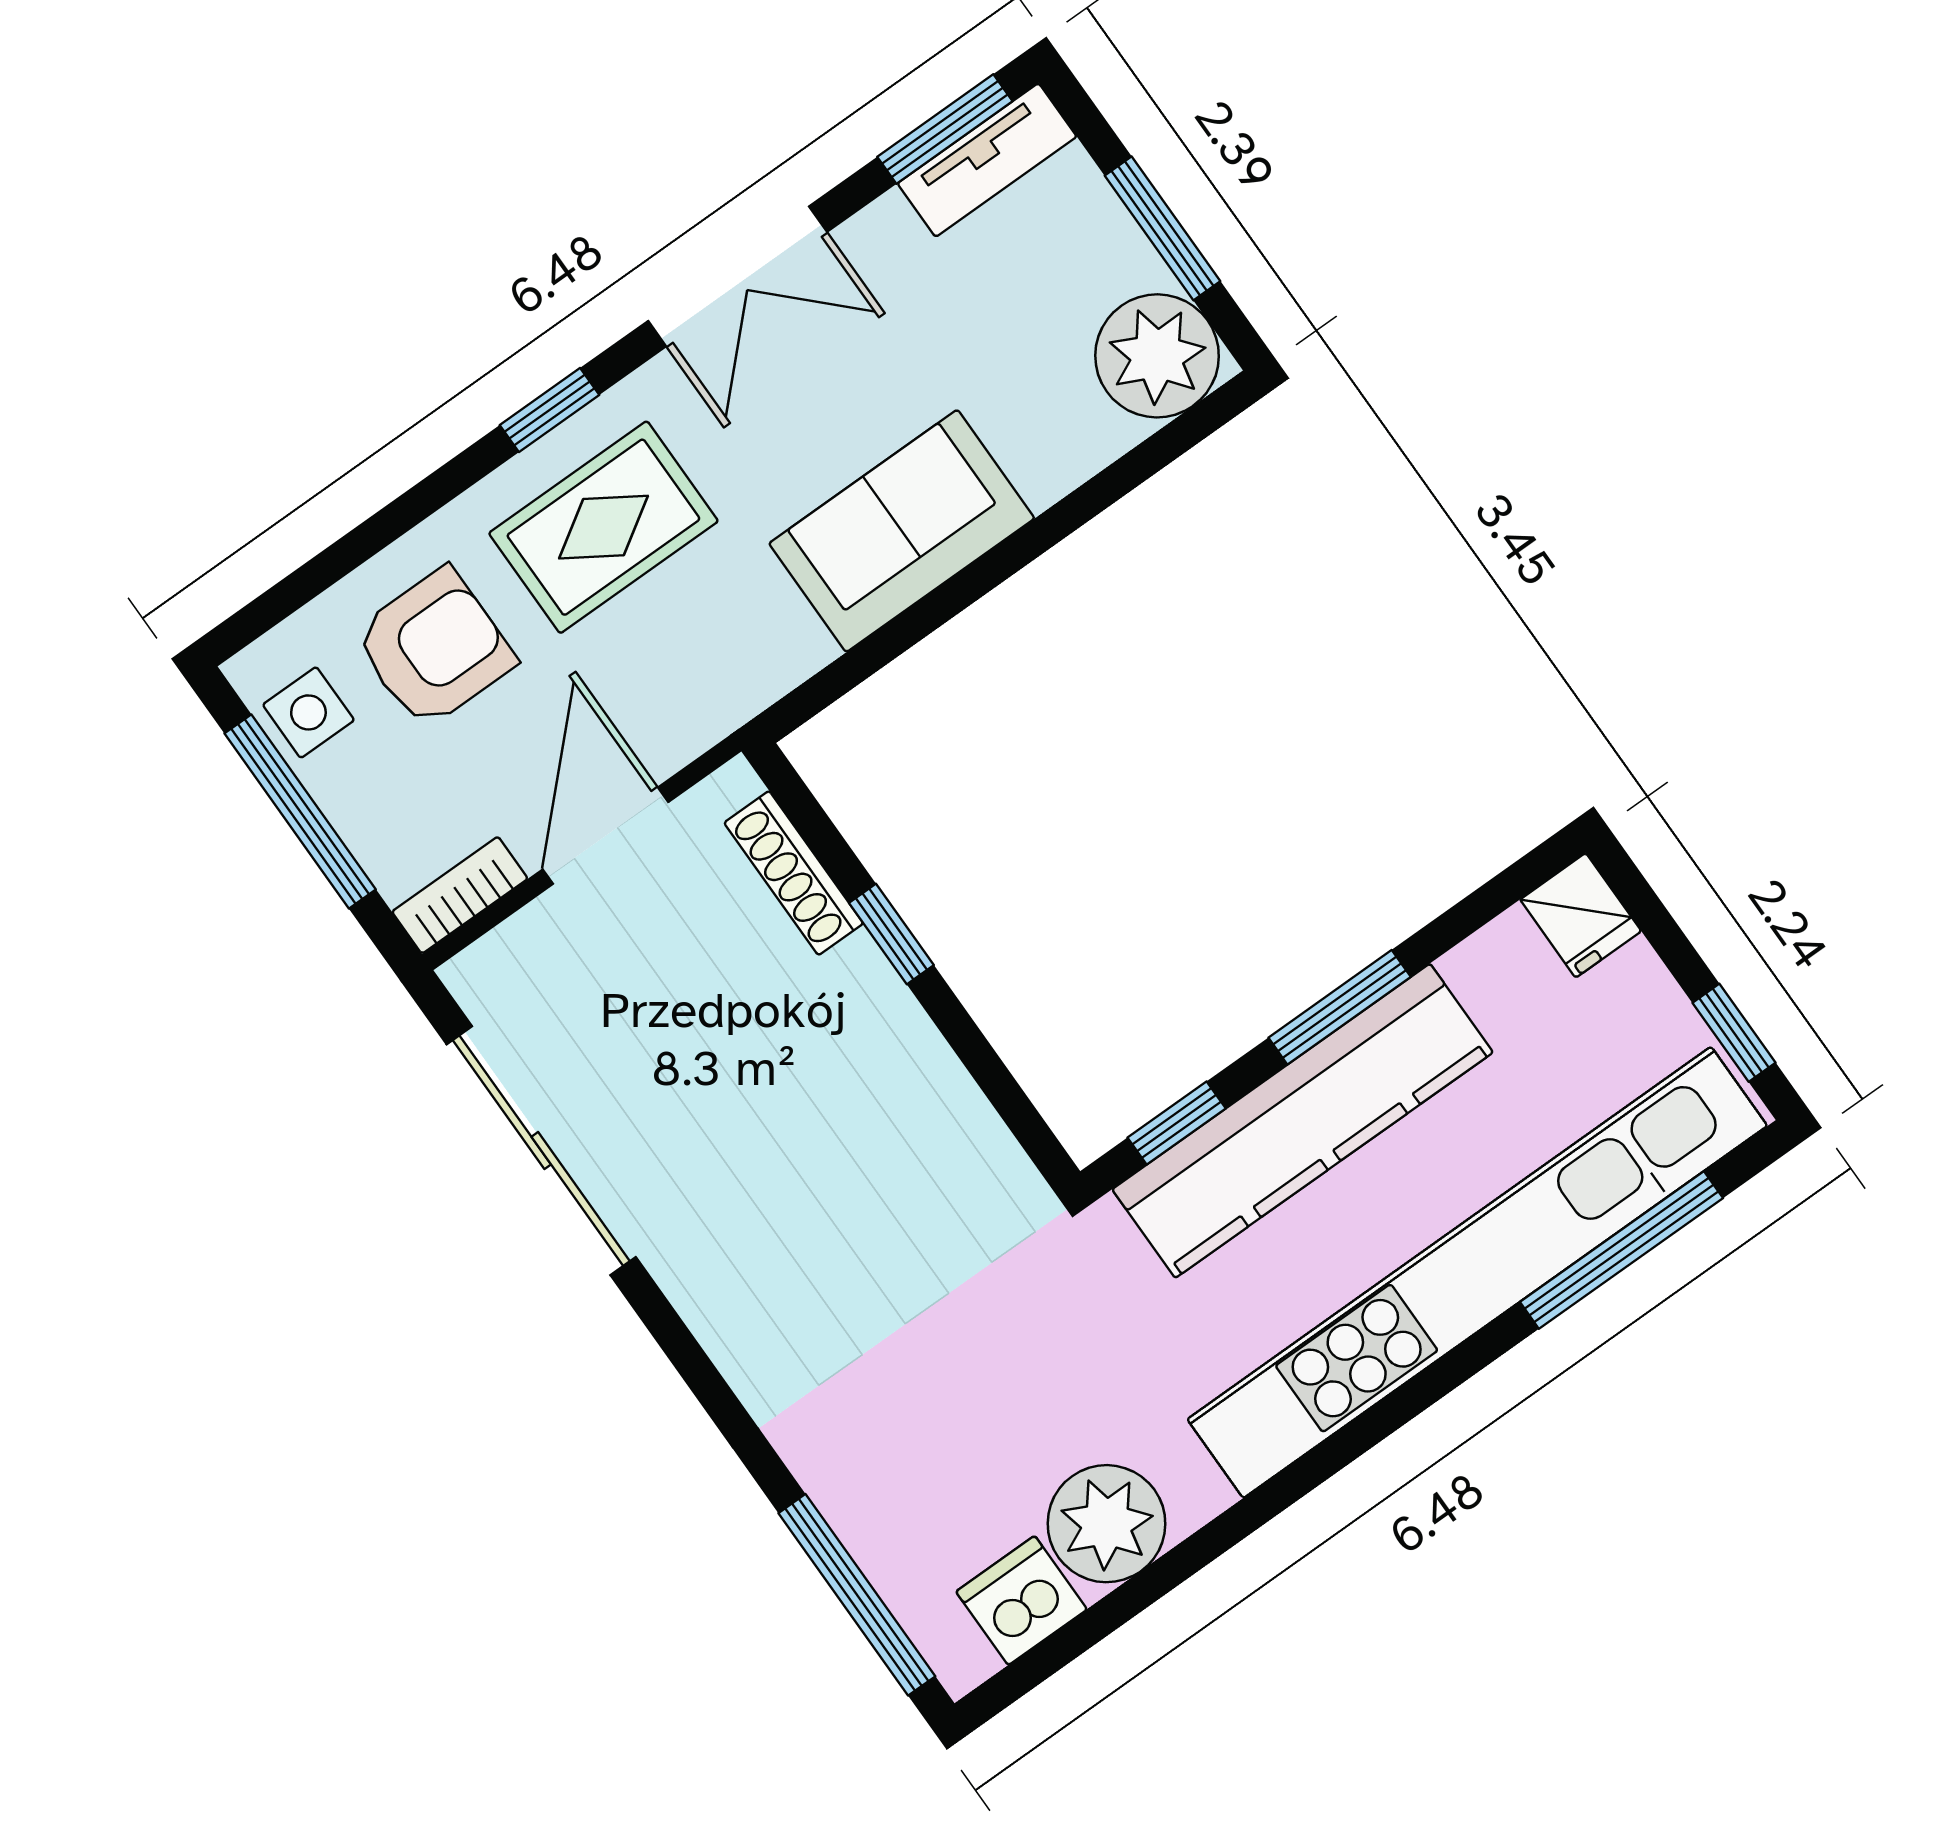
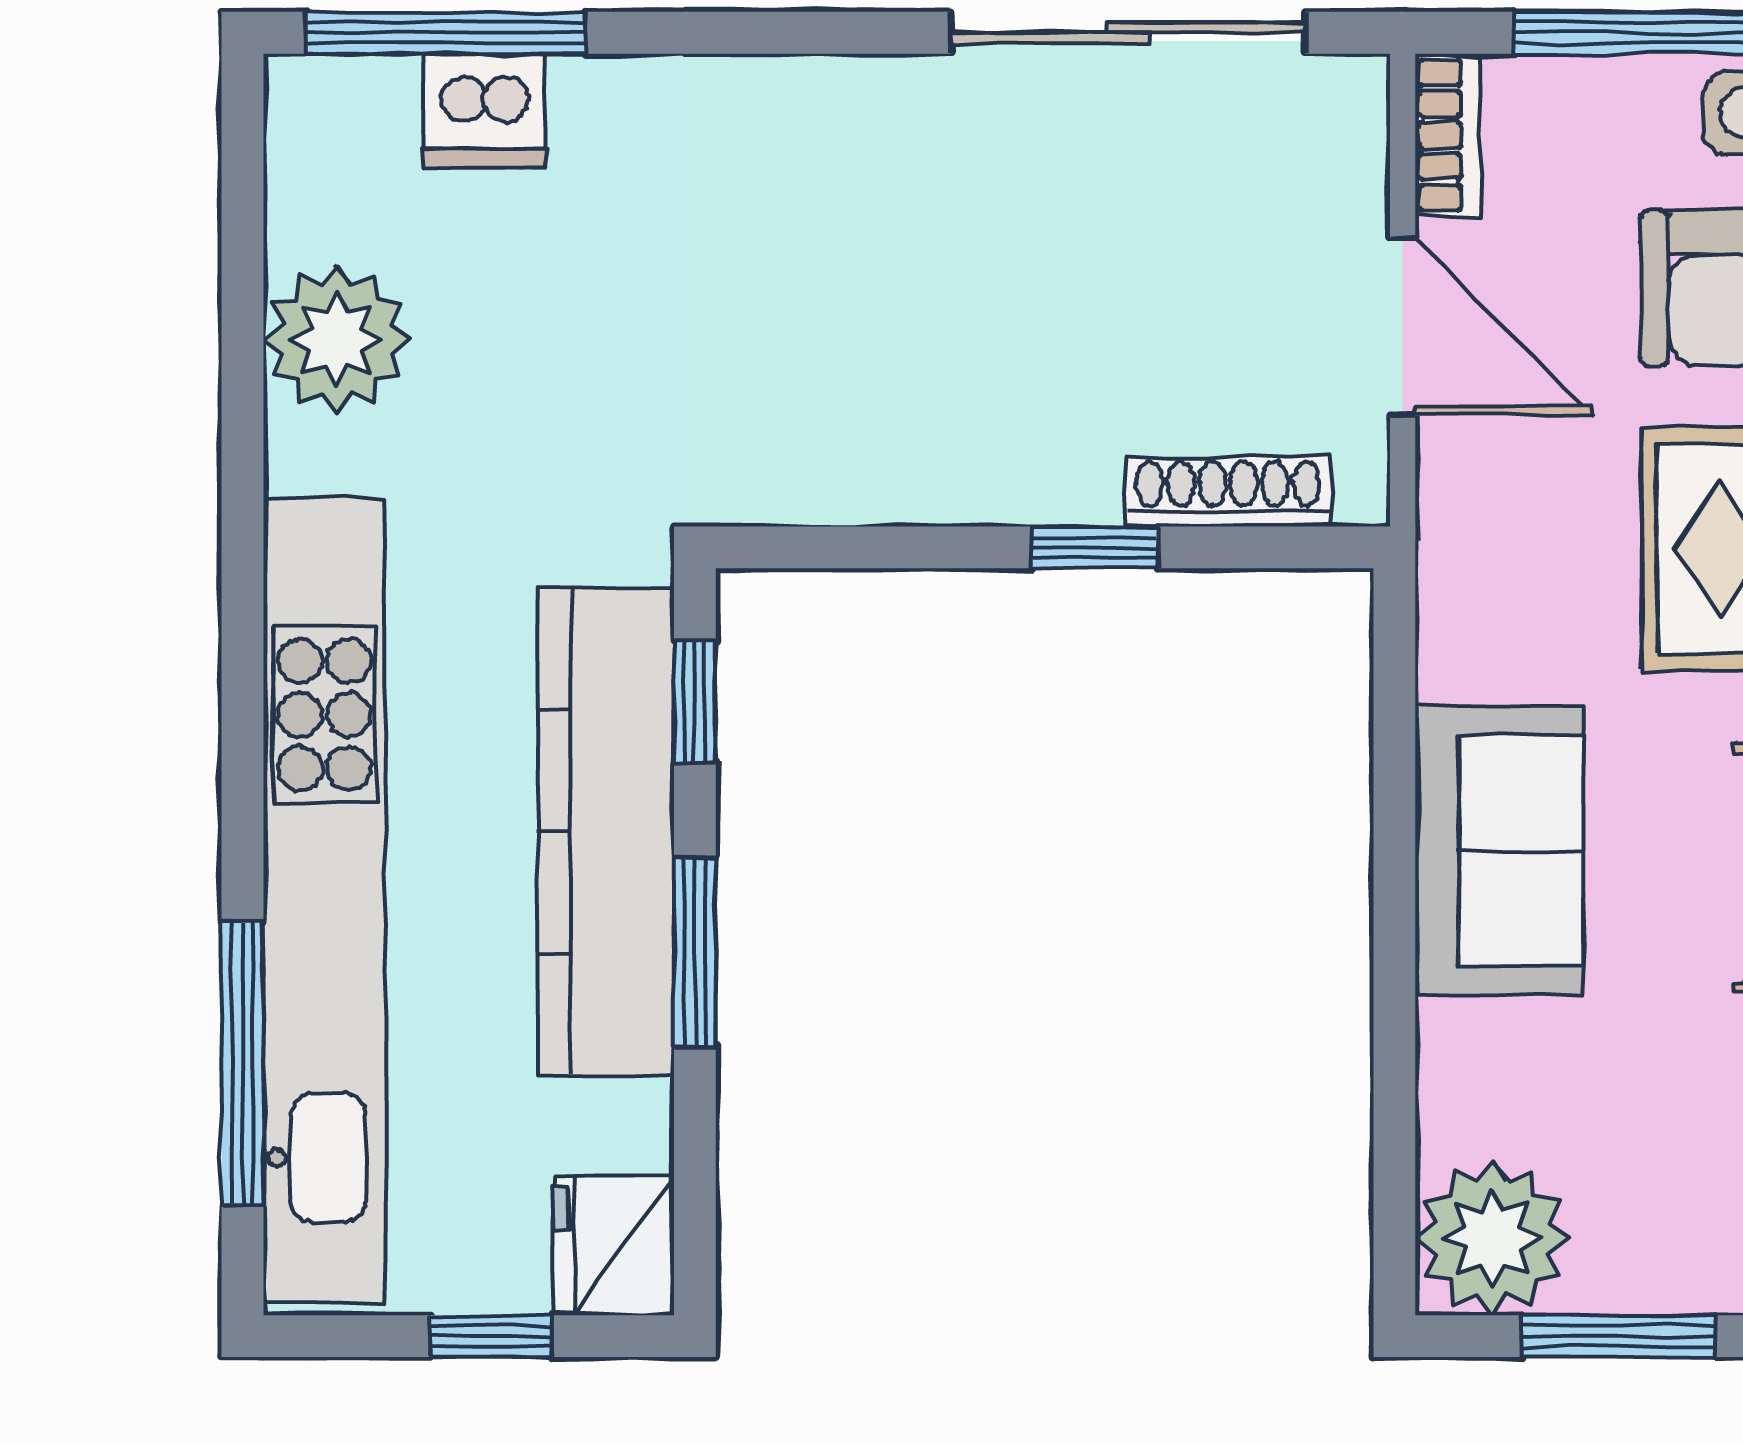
fridge: (1581, 915) -> (614, 1245), width x1.38
window: (1734, 1033) -> (491, 1336), moved
dishwasher: (1021, 1600) -> (484, 110), moved, turned 90

